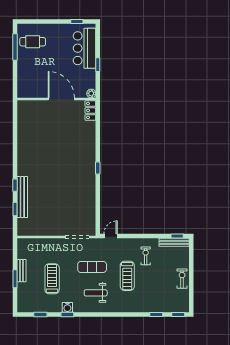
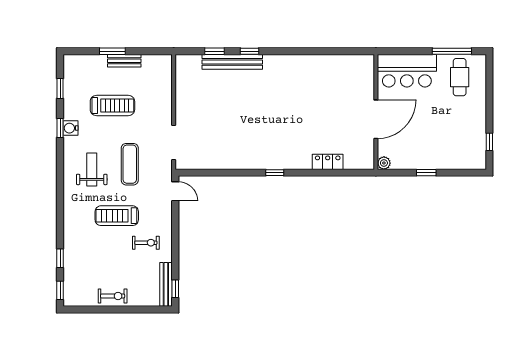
bar counter: (85, 48) -> (407, 71), moved, turned 180
locker: (90, 110) -> (328, 162), moved

